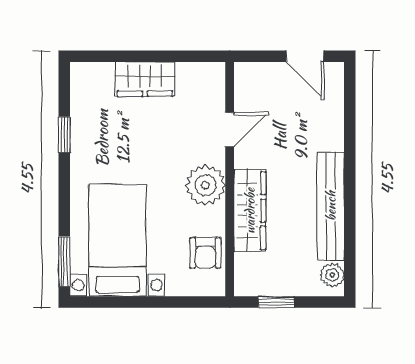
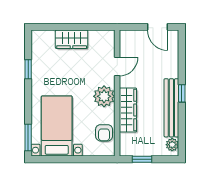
window: (350, 180) -> (182, 93), added

